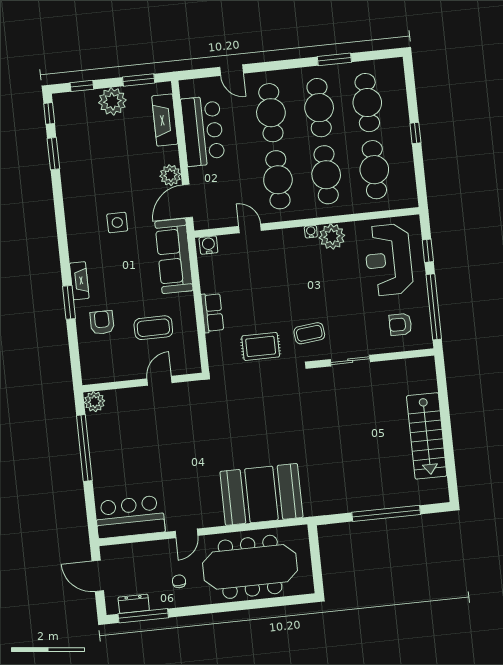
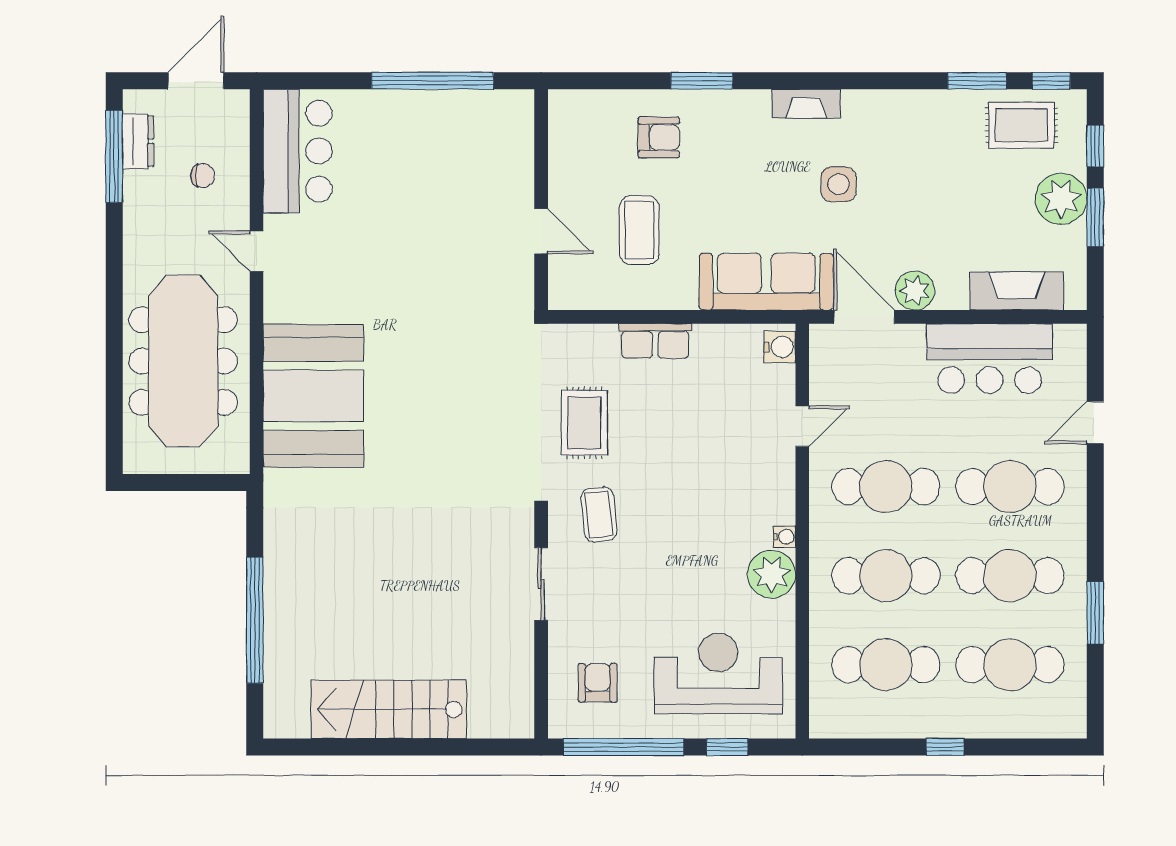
window: (139, 80) -> (1095, 217), moved
rug: (75, 127) -> (1021, 125), added
fireplace: (79, 281) -> (806, 104), moved
plant: (94, 402) -> (515, 108), removed
chair: (179, 581) -> (203, 176), moved

